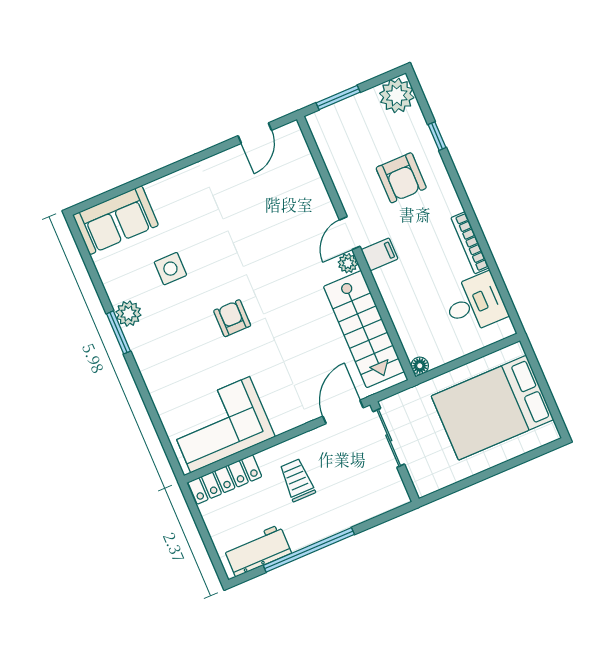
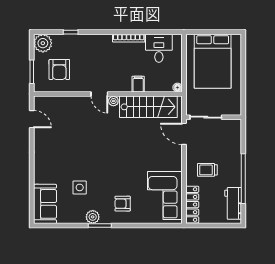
armchair: (401, 178) -> (59, 69), moved, turned 90
filing cabinet: (379, 254) -> (138, 84), moved
armchair: (232, 318) -> (123, 204), moved

